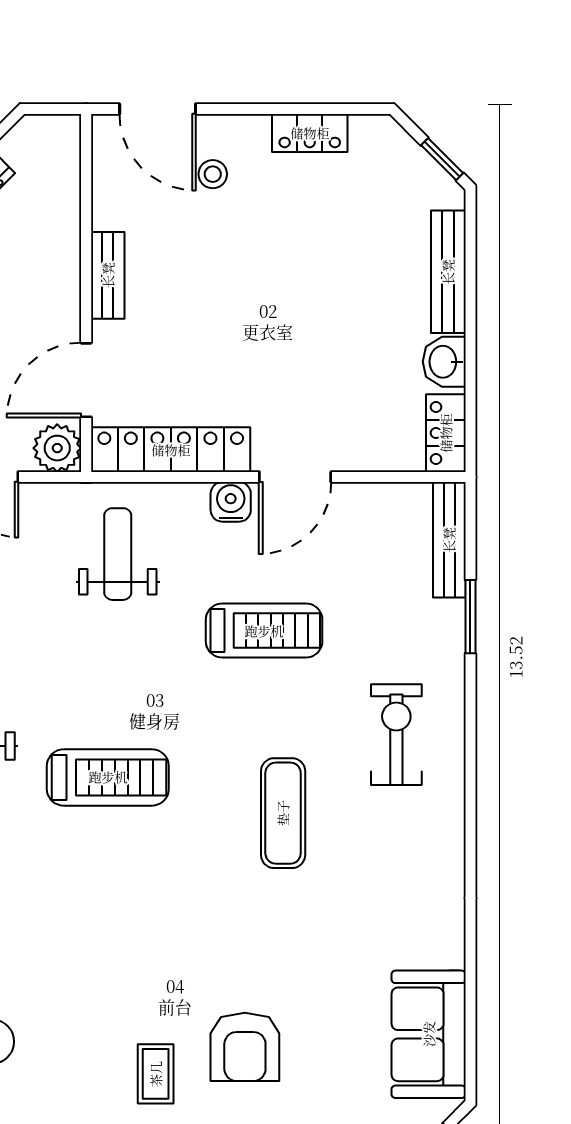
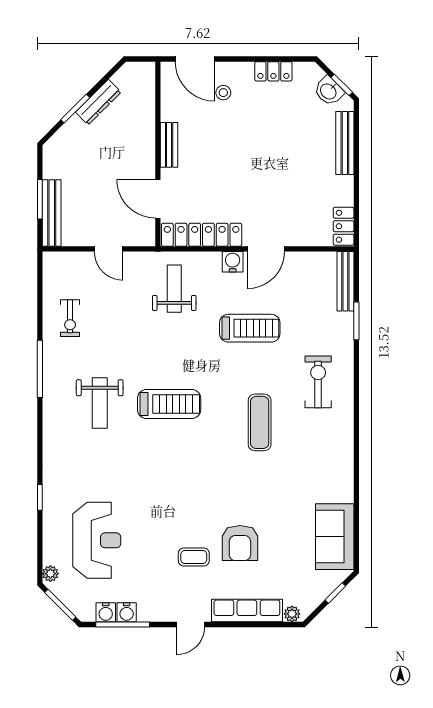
washbasin: (444, 362) -> (329, 91), moved, turned -45
door: (86, 380) -> (158, 199), hinge flipped
plant: (57, 448) -> (143, 234), removed
coffee table: (156, 1074) -> (194, 557), turned 90

